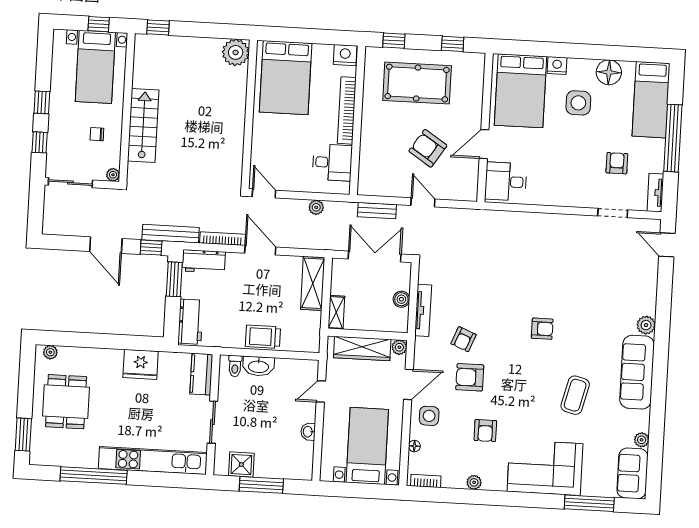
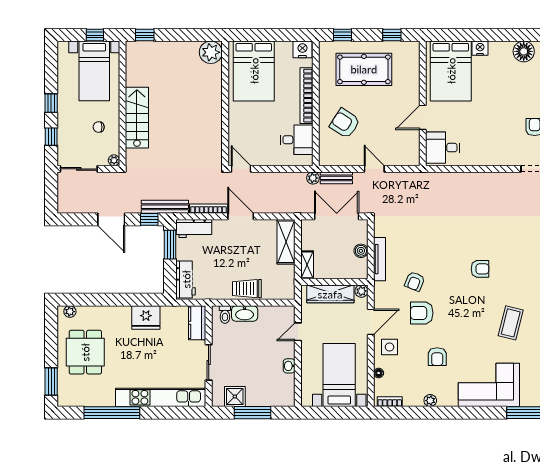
side table: (578, 103) -> (500, 78), removed
armchair: (428, 148) -> (345, 123), moved
plant: (316, 207) -> (313, 178), moved

